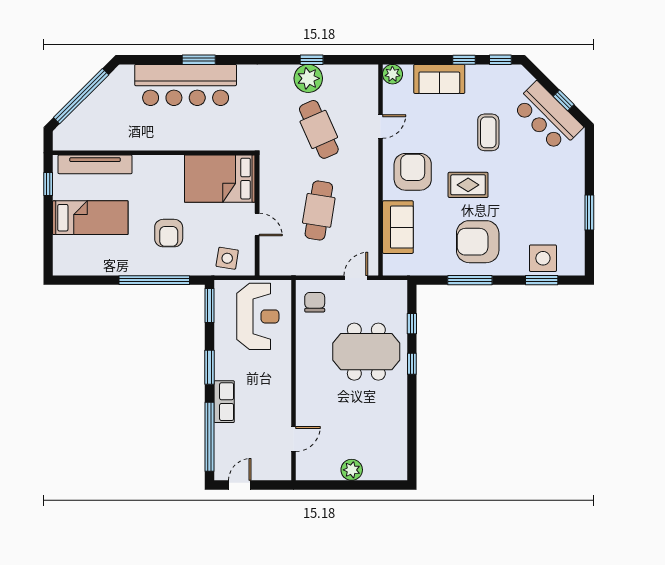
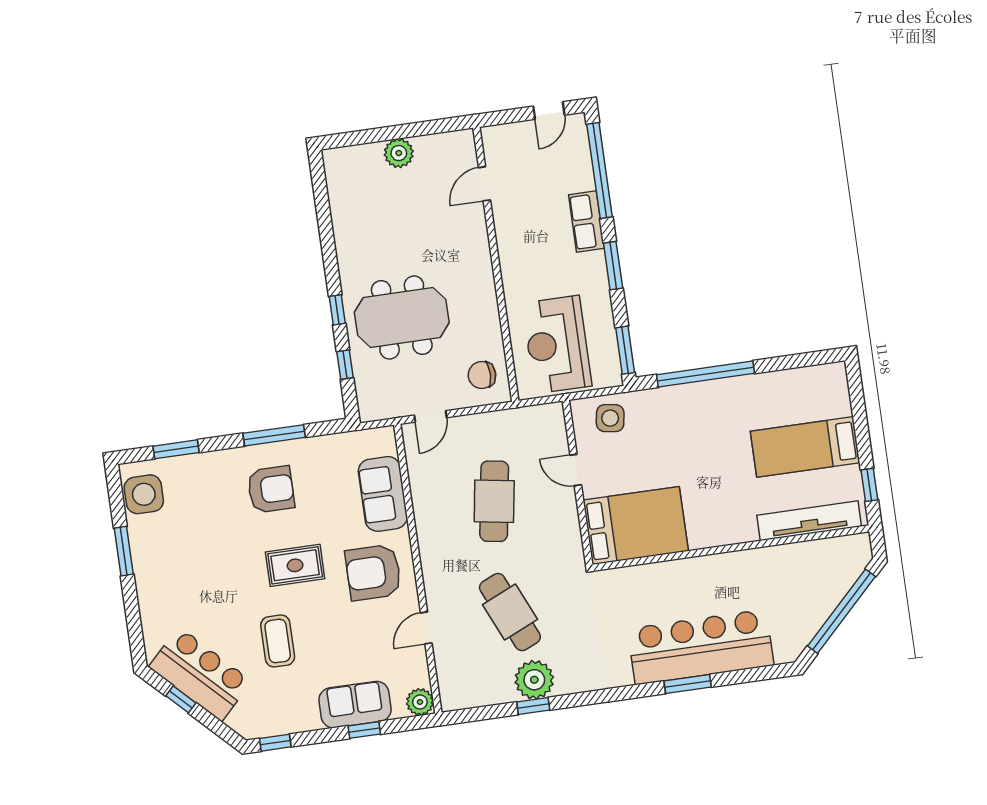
window: (464, 60) -> (364, 730), moved
armchair: (413, 172) -> (373, 572), turned 90
armchair: (169, 233) -> (695, 441), removed
armchair: (478, 242) -> (271, 489), width x0.73, depth x0.73
side table: (543, 258) -> (144, 494), moved
chair: (315, 302) -> (482, 375), turned 90

